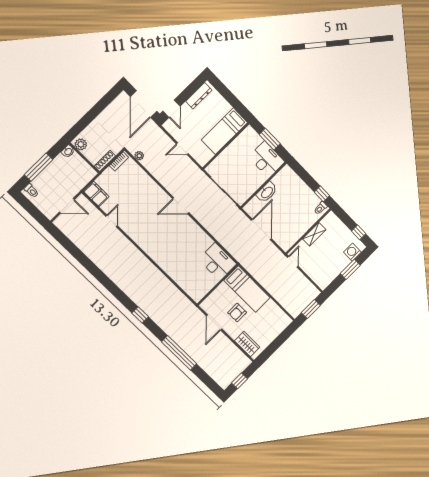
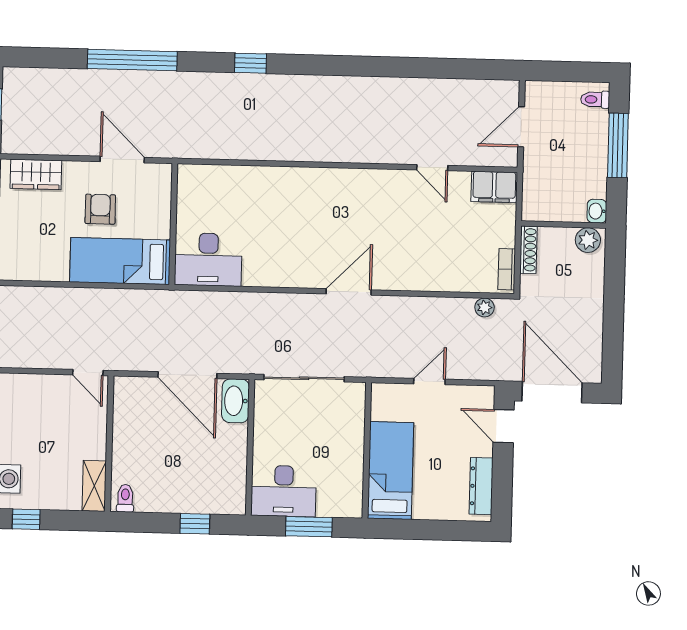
washbasin: (267, 192) -> (236, 401), moved
window: (322, 194) -> (195, 524), moved
shelving: (314, 234) -> (94, 486), moved

